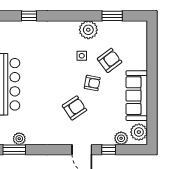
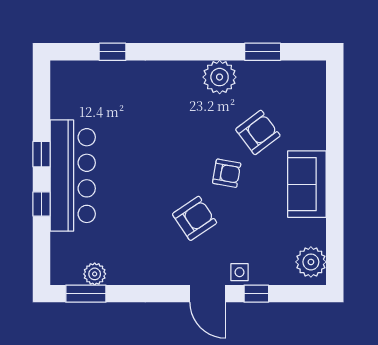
side table: (82, 56) -> (240, 272), moved
sofa: (137, 96) -> (307, 184), width x0.73
plant: (121, 138) -> (279, 273), removed

